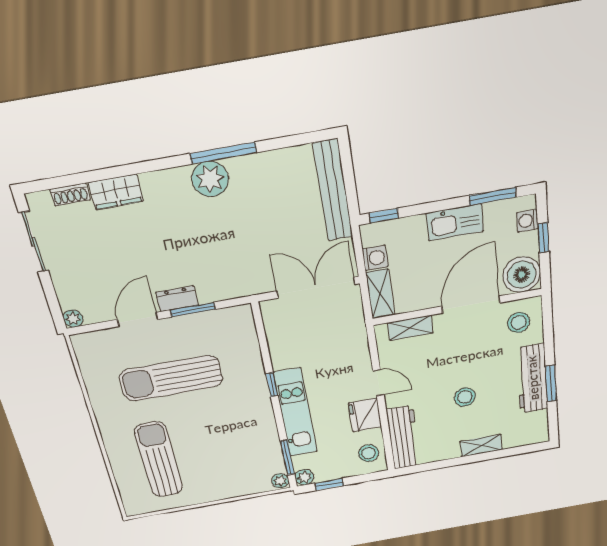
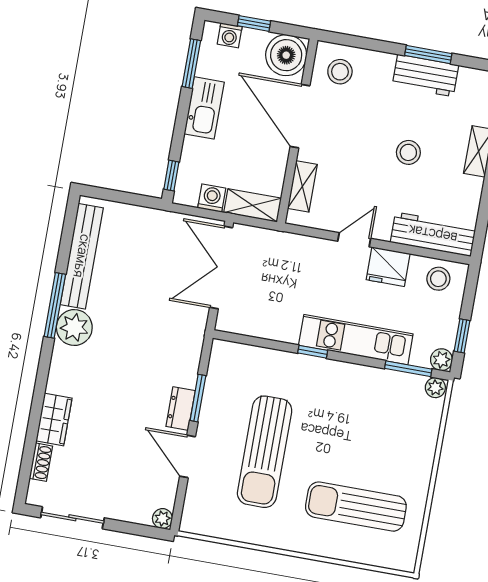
bench: (333, 191) -> (82, 256), moved, turned 90
workbench: (532, 378) -> (425, 76), width x0.73

